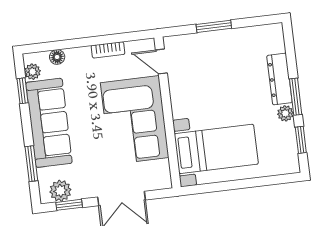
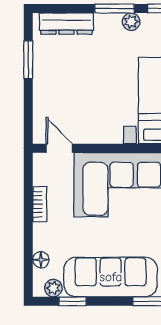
window: (214, 26) -> (28, 60), moved
door: (161, 62) -> (59, 148), swing flipped
dresser: (279, 79) -> (66, 24), moved

